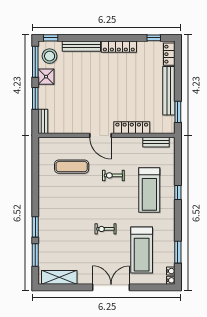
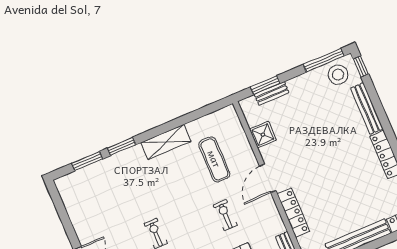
shower: (46, 77) -> (263, 135), moved
window: (35, 98) -> (265, 85), moved
bench: (43, 121) -> (272, 93), moved
shelving: (59, 277) -> (166, 142), moved, turned 90

